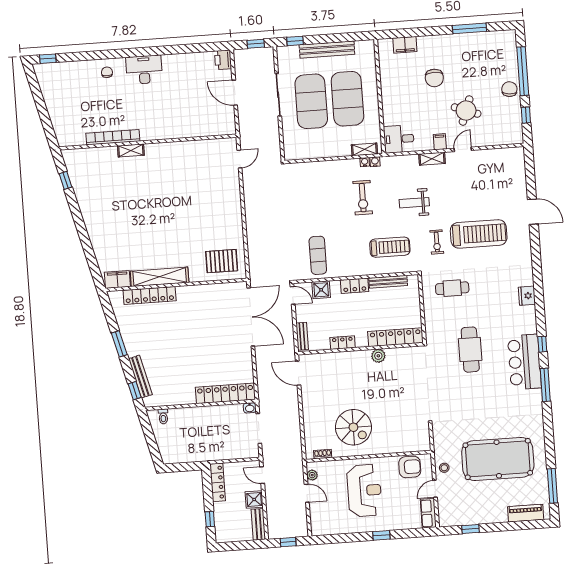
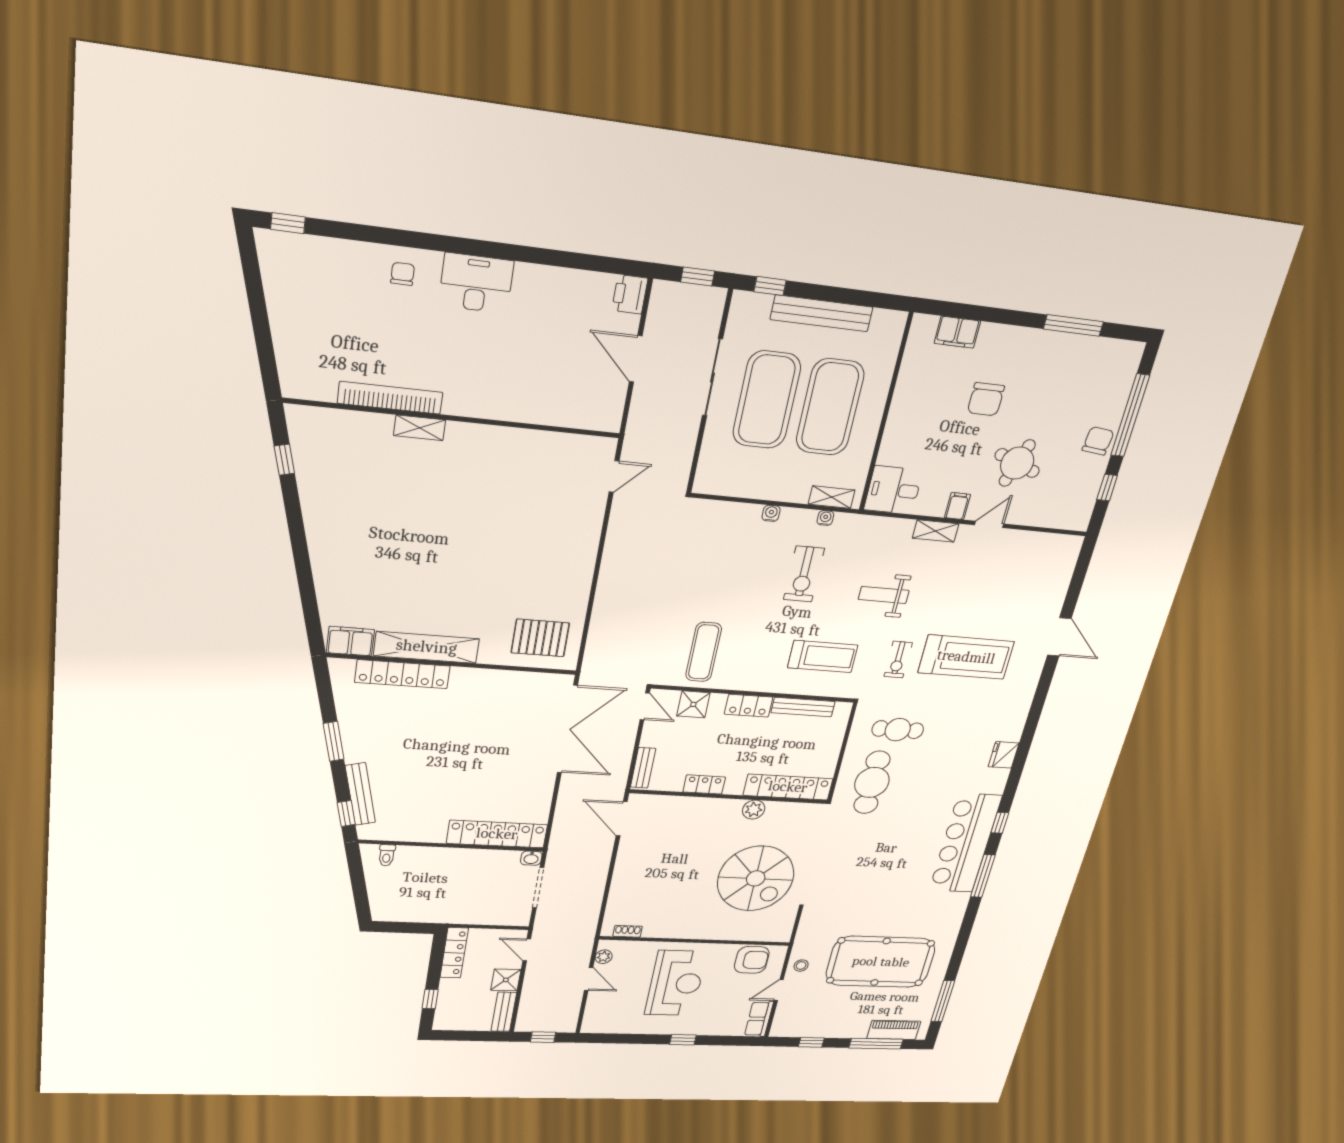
water cooler: (375, 162) -> (771, 513), moved
cafe table: (470, 350) -> (872, 782), moved
bar counter: (524, 362) -> (965, 843), width x1.36
spiral stairs: (353, 427) -> (756, 878), moved, width x1.37, depth x1.37
window: (517, 526) -> (876, 1044), added

